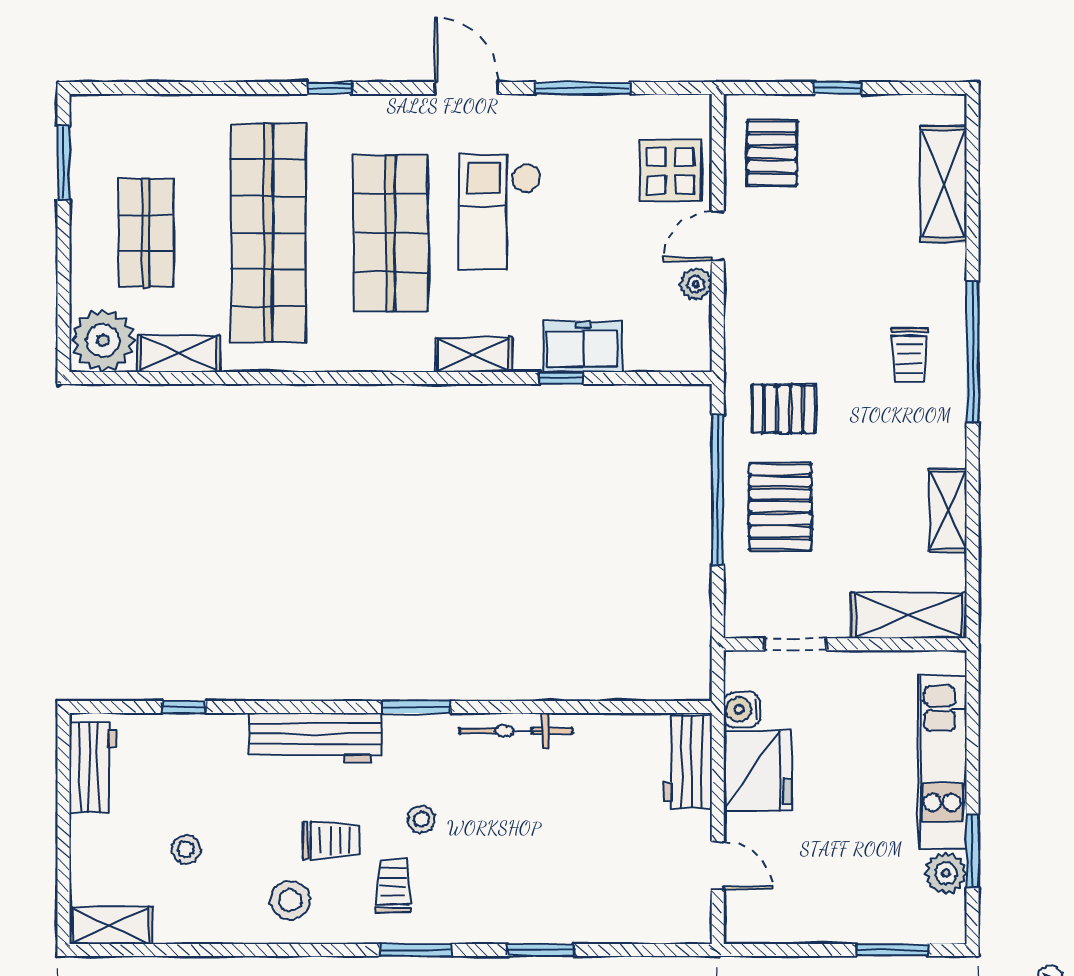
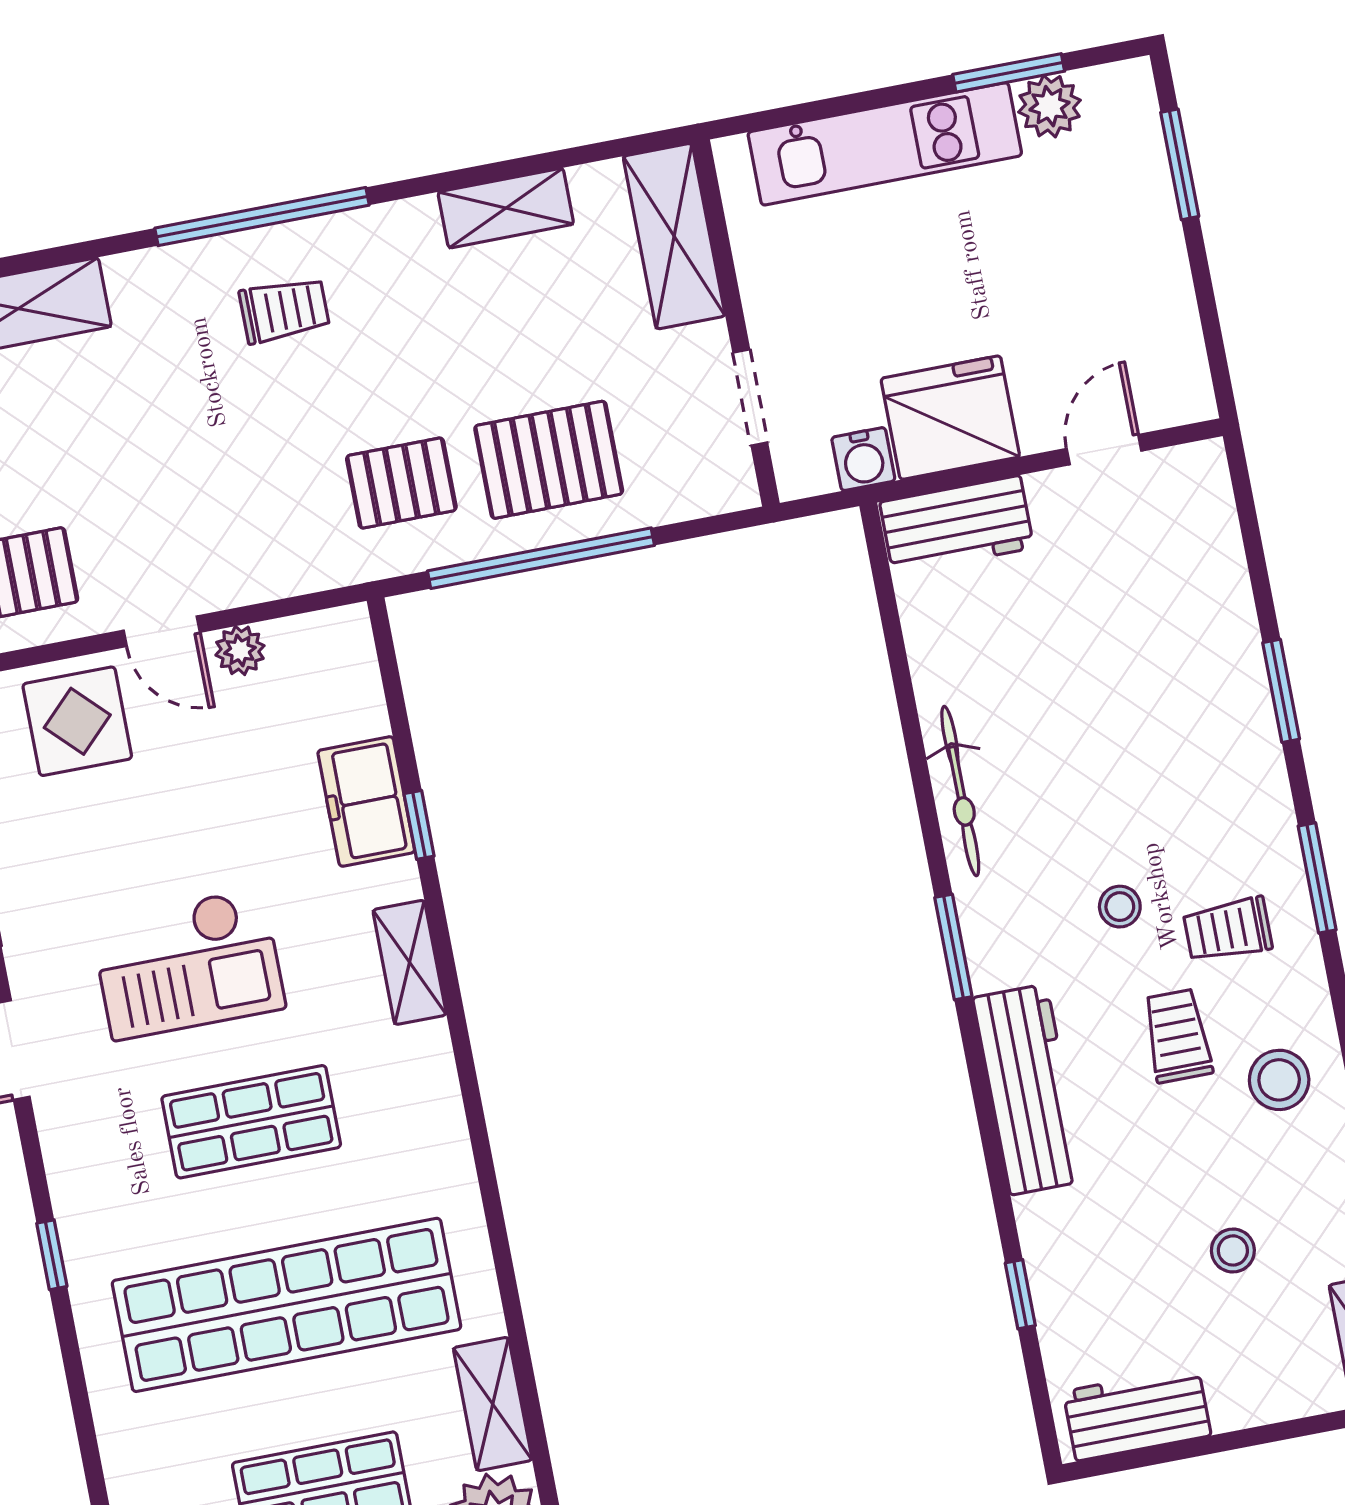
shop shelf: (391, 233) -> (251, 1122), width x0.70, depth x0.74
pallet: (784, 409) -> (401, 483), turned 90

